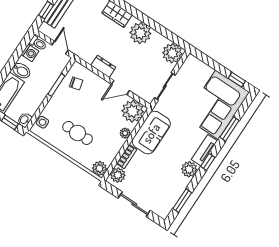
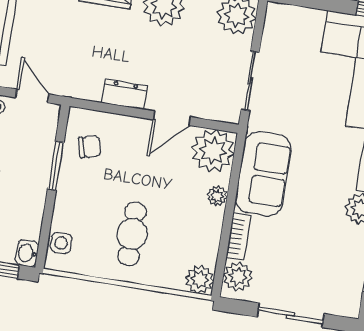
cafe table: (77, 133) -> (132, 234), turned 90

